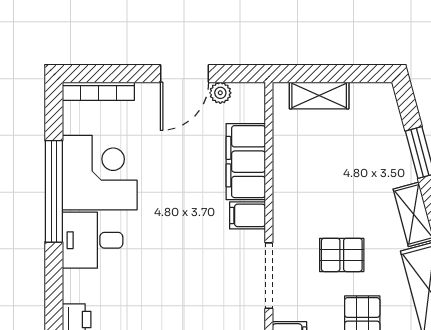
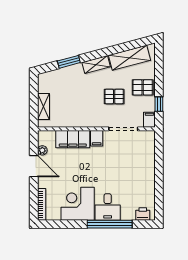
window: (54, 191) -> (110, 224), moved
pallet: (342, 255) -> (114, 96), turned 90

